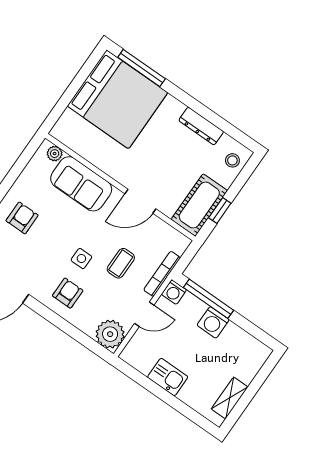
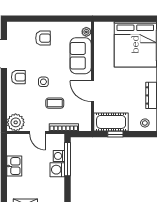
washing machine: (174, 292) -> (59, 156), moved
armchair: (68, 293) -> (18, 77), moved

